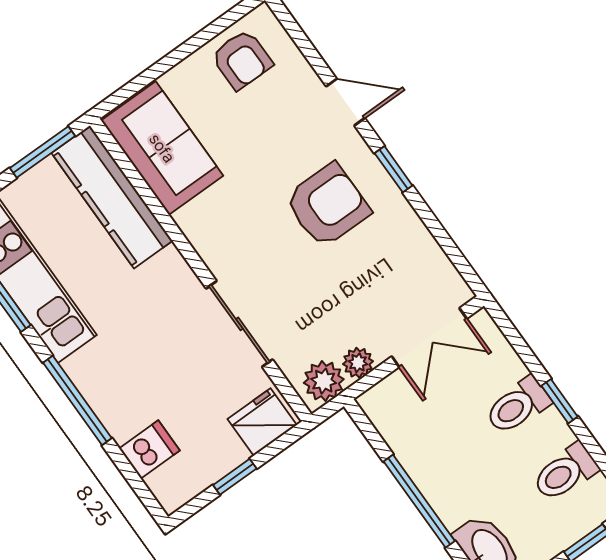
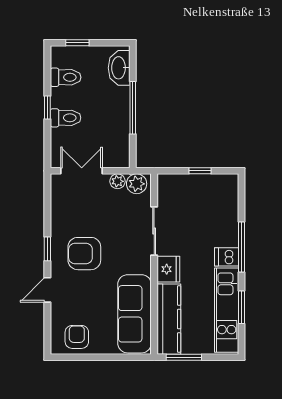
door: (345, 102) -> (47, 290), hinge flipped
sofa: (162, 148) -> (135, 314), width x1.36
fridge: (262, 422) -> (168, 269), moved, turned -90
dishwasher: (149, 449) -> (227, 257), moved

